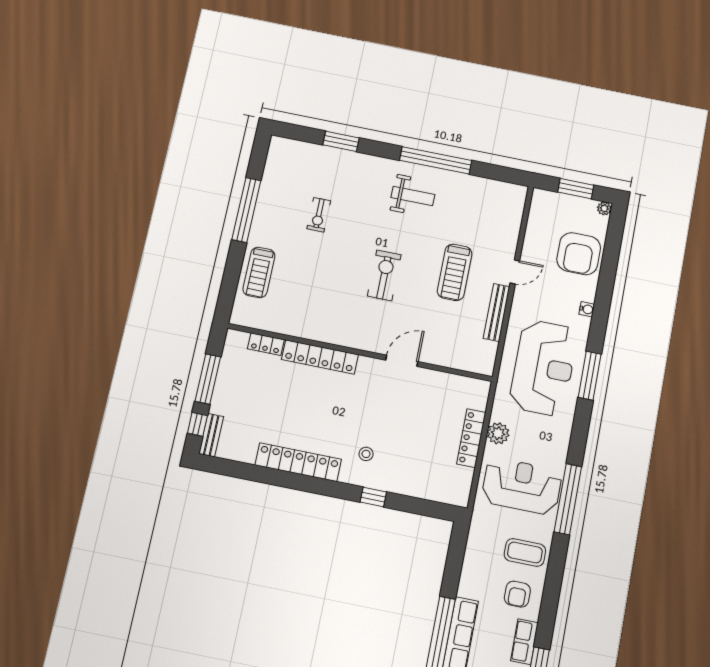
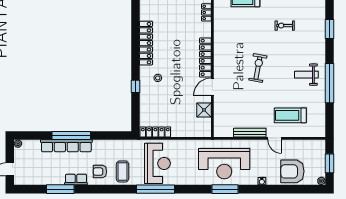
weight bench: (413, 196) -> (306, 75), turned 90
treadmill: (455, 272) -> (290, 115), moved
exercise bike: (384, 275) -> (258, 68), turned -80
locker: (320, 357) -> (205, 57), moved
door: (402, 361) -> (212, 87), swing flipped
shower: (440, 384) -> (204, 110), added
plant: (498, 433) -> (183, 146), removed
locker: (471, 438) -> (155, 132), moved

